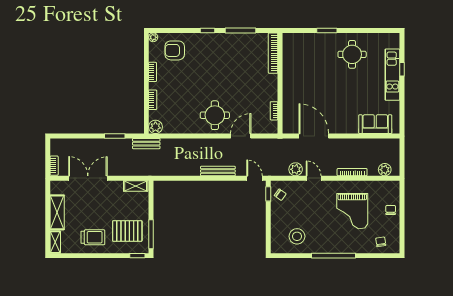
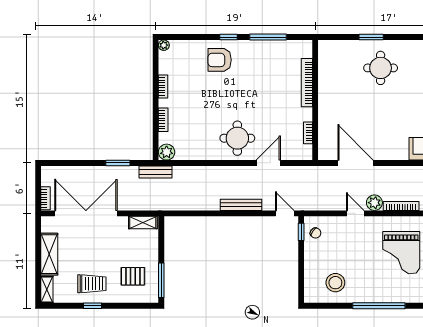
armchair: (175, 50) -> (220, 60), moved
bookcase: (273, 53) -> (307, 83), moved
round table: (352, 54) -> (381, 68), moved
plant: (296, 169) -> (374, 203), moved
double door: (88, 178) -> (86, 213), width x1.36
pallet: (127, 231) -> (133, 276), width x0.67, depth x0.71
window: (137, 256) -> (93, 306), moved

